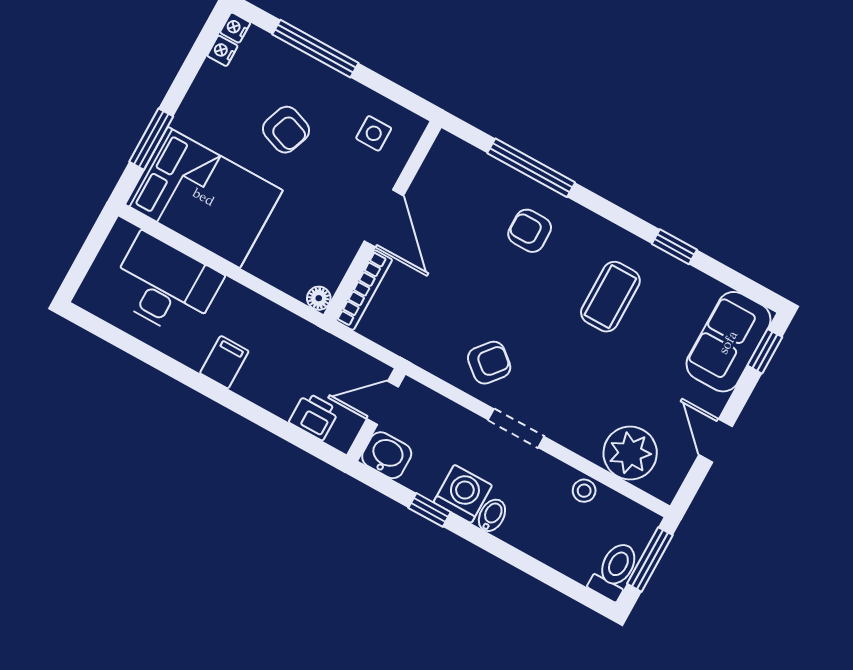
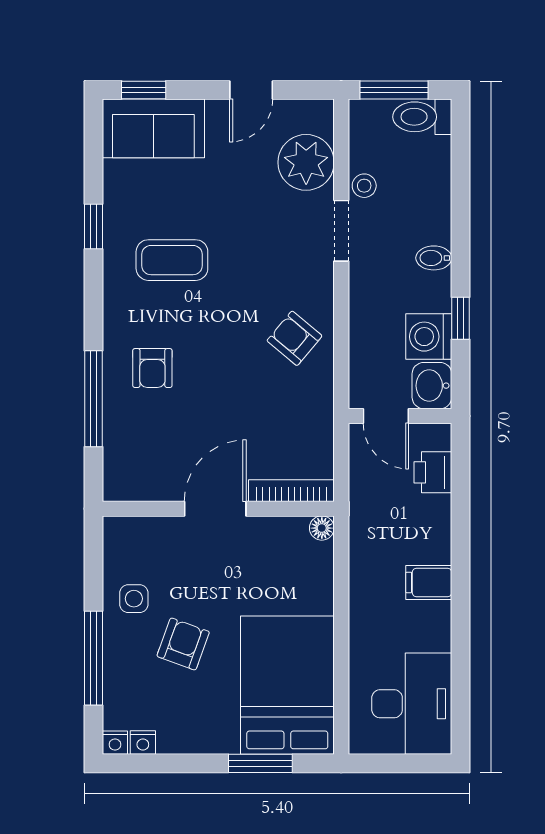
side table: (374, 133) -> (134, 599), moved
desk: (165, 285) -> (412, 704), moved, turned 180
doorway: (516, 428) -> (341, 231), moved
washing machine: (463, 494) -> (429, 337), moved

